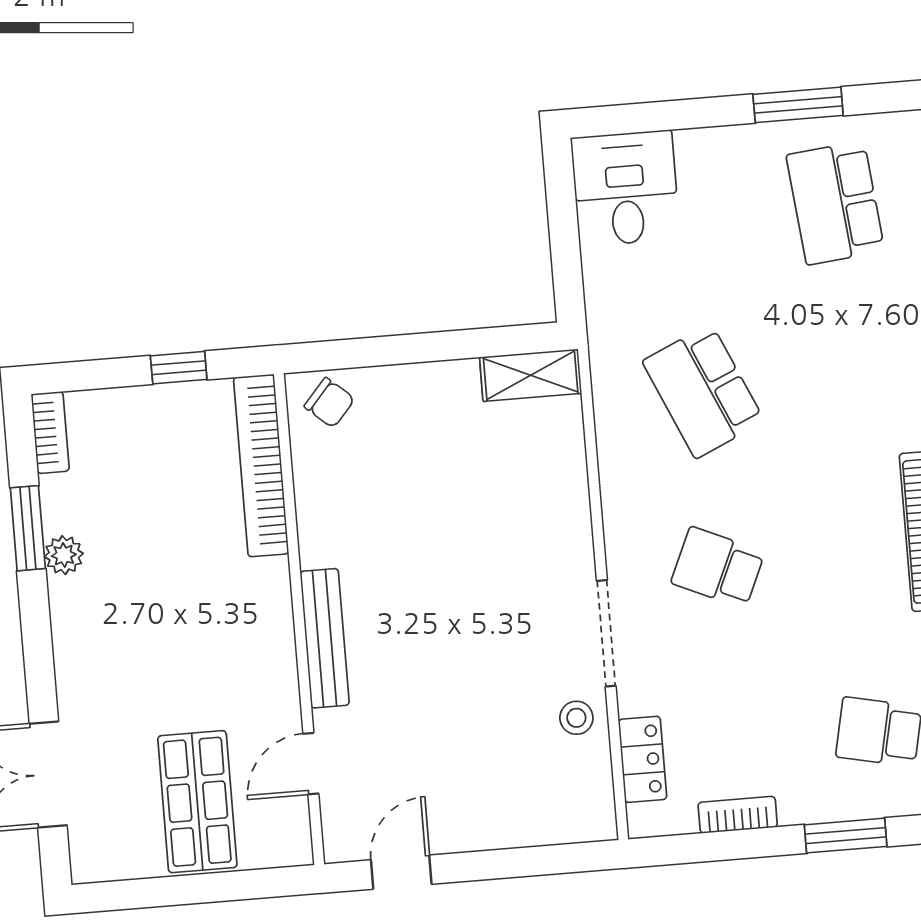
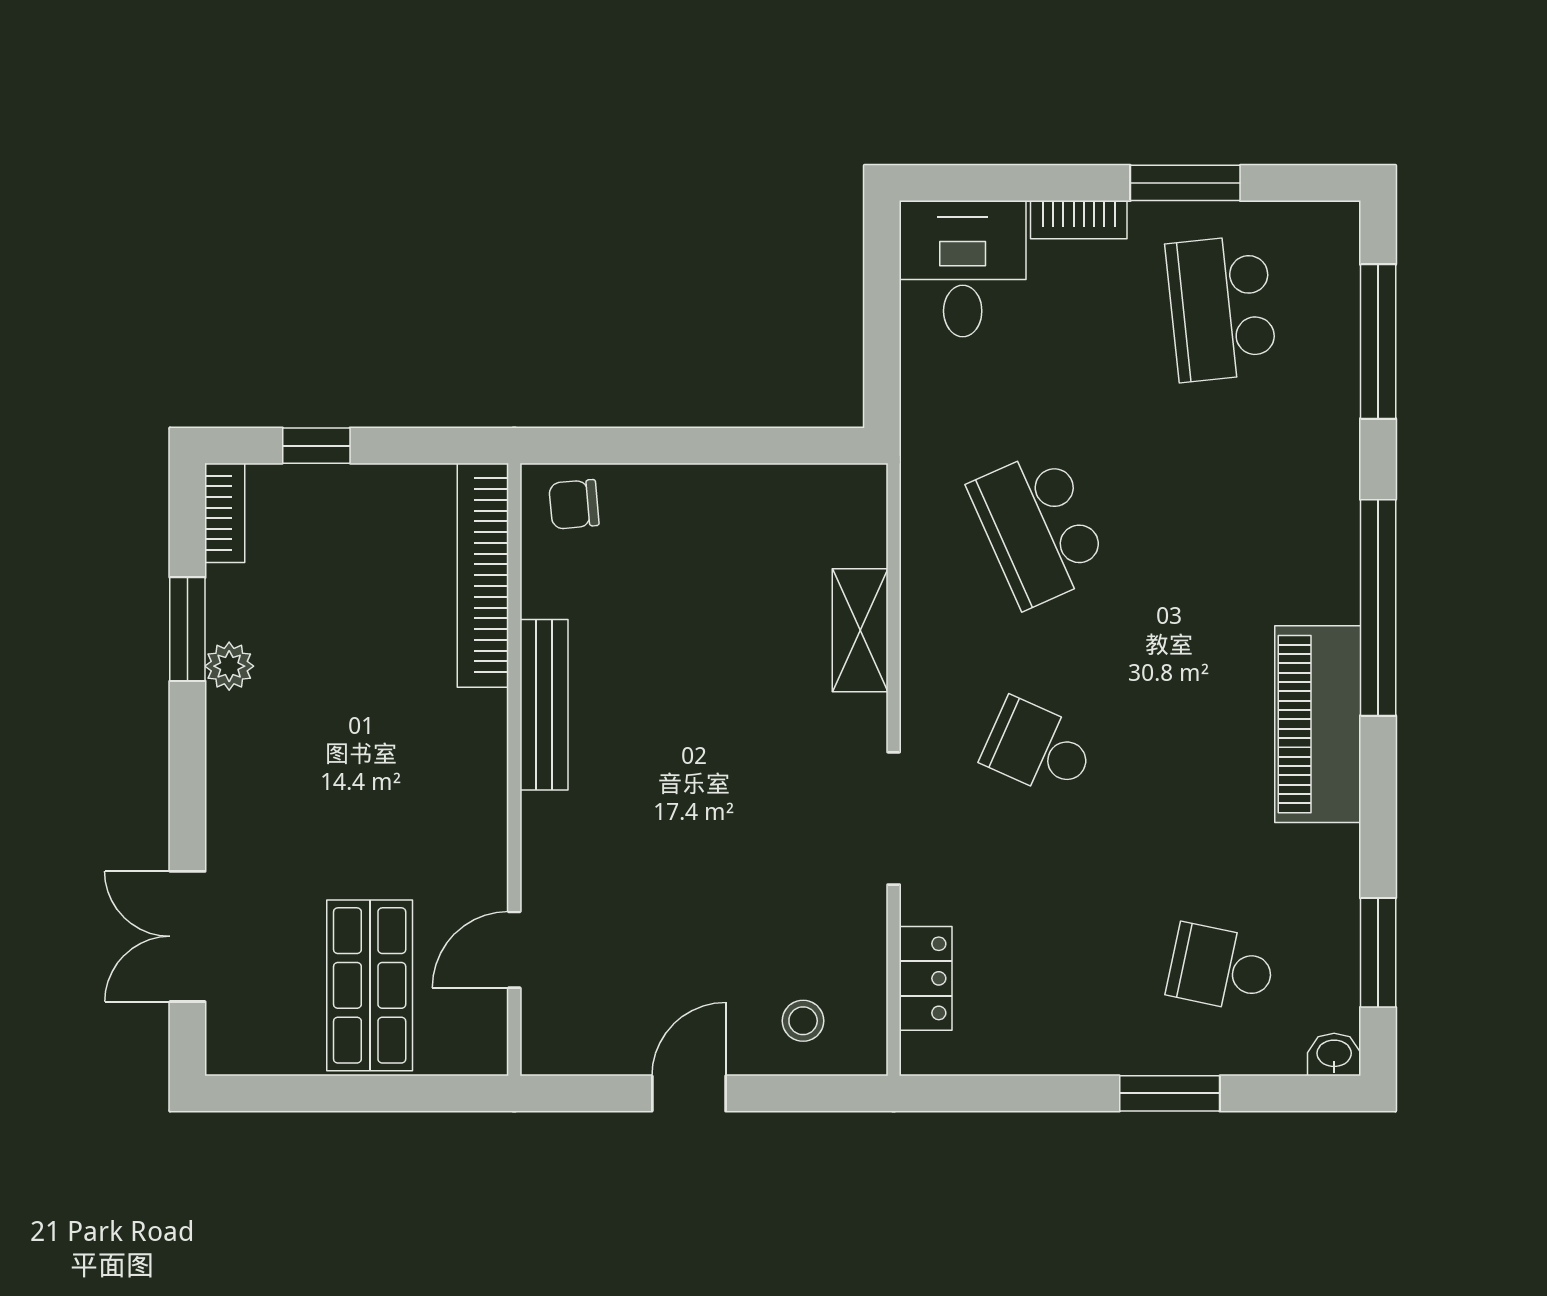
window: (179, 368) -> (316, 446), moved
shelving: (531, 375) -> (860, 630), moved, turned 90
chair: (329, 403) -> (574, 504), turned 134
bench: (325, 638) -> (544, 705), moved
stool: (576, 718) -> (803, 1021), moved
bookcase: (738, 815) -> (1079, 220), moved, turned 180
door: (401, 872) -> (689, 1093), moved

